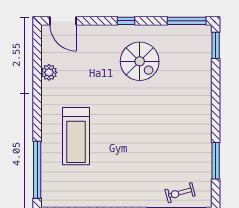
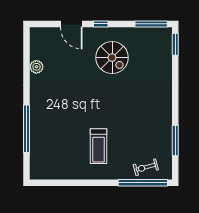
door: (63, 21) -> (71, 24), moved
treadmill: (76, 136) -> (98, 146), moved, width x0.73, depth x0.73
window: (37, 170) -> (27, 129), moved

